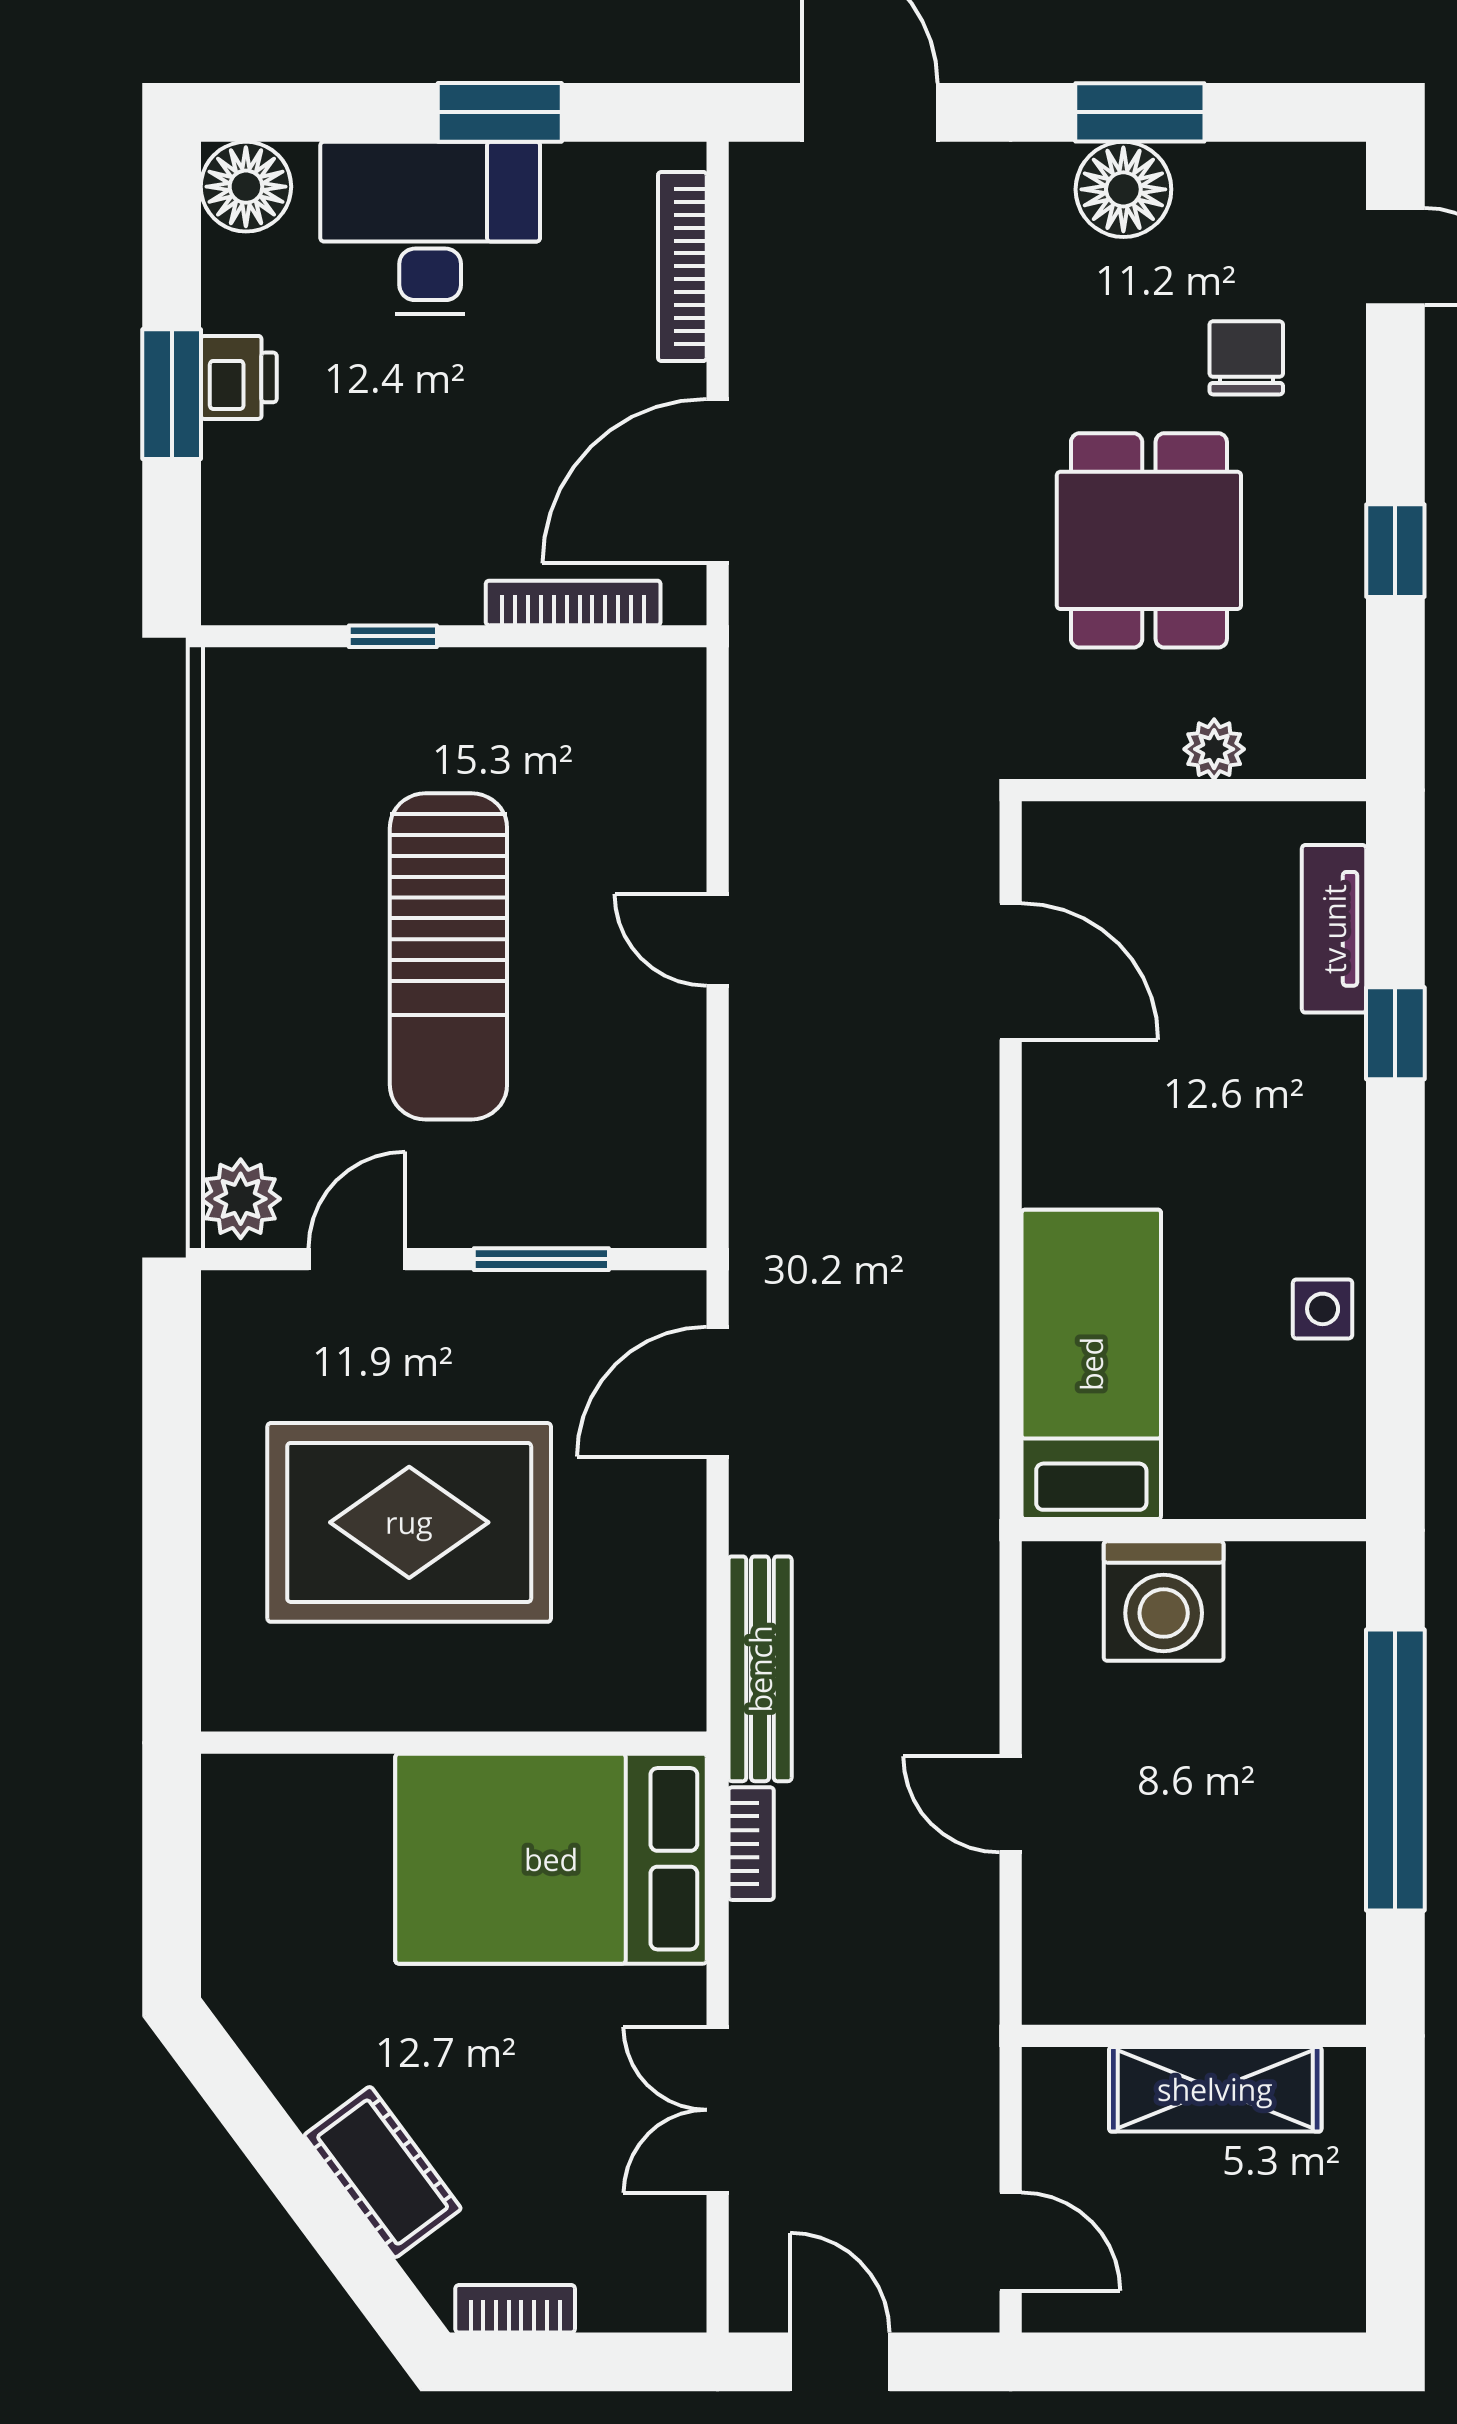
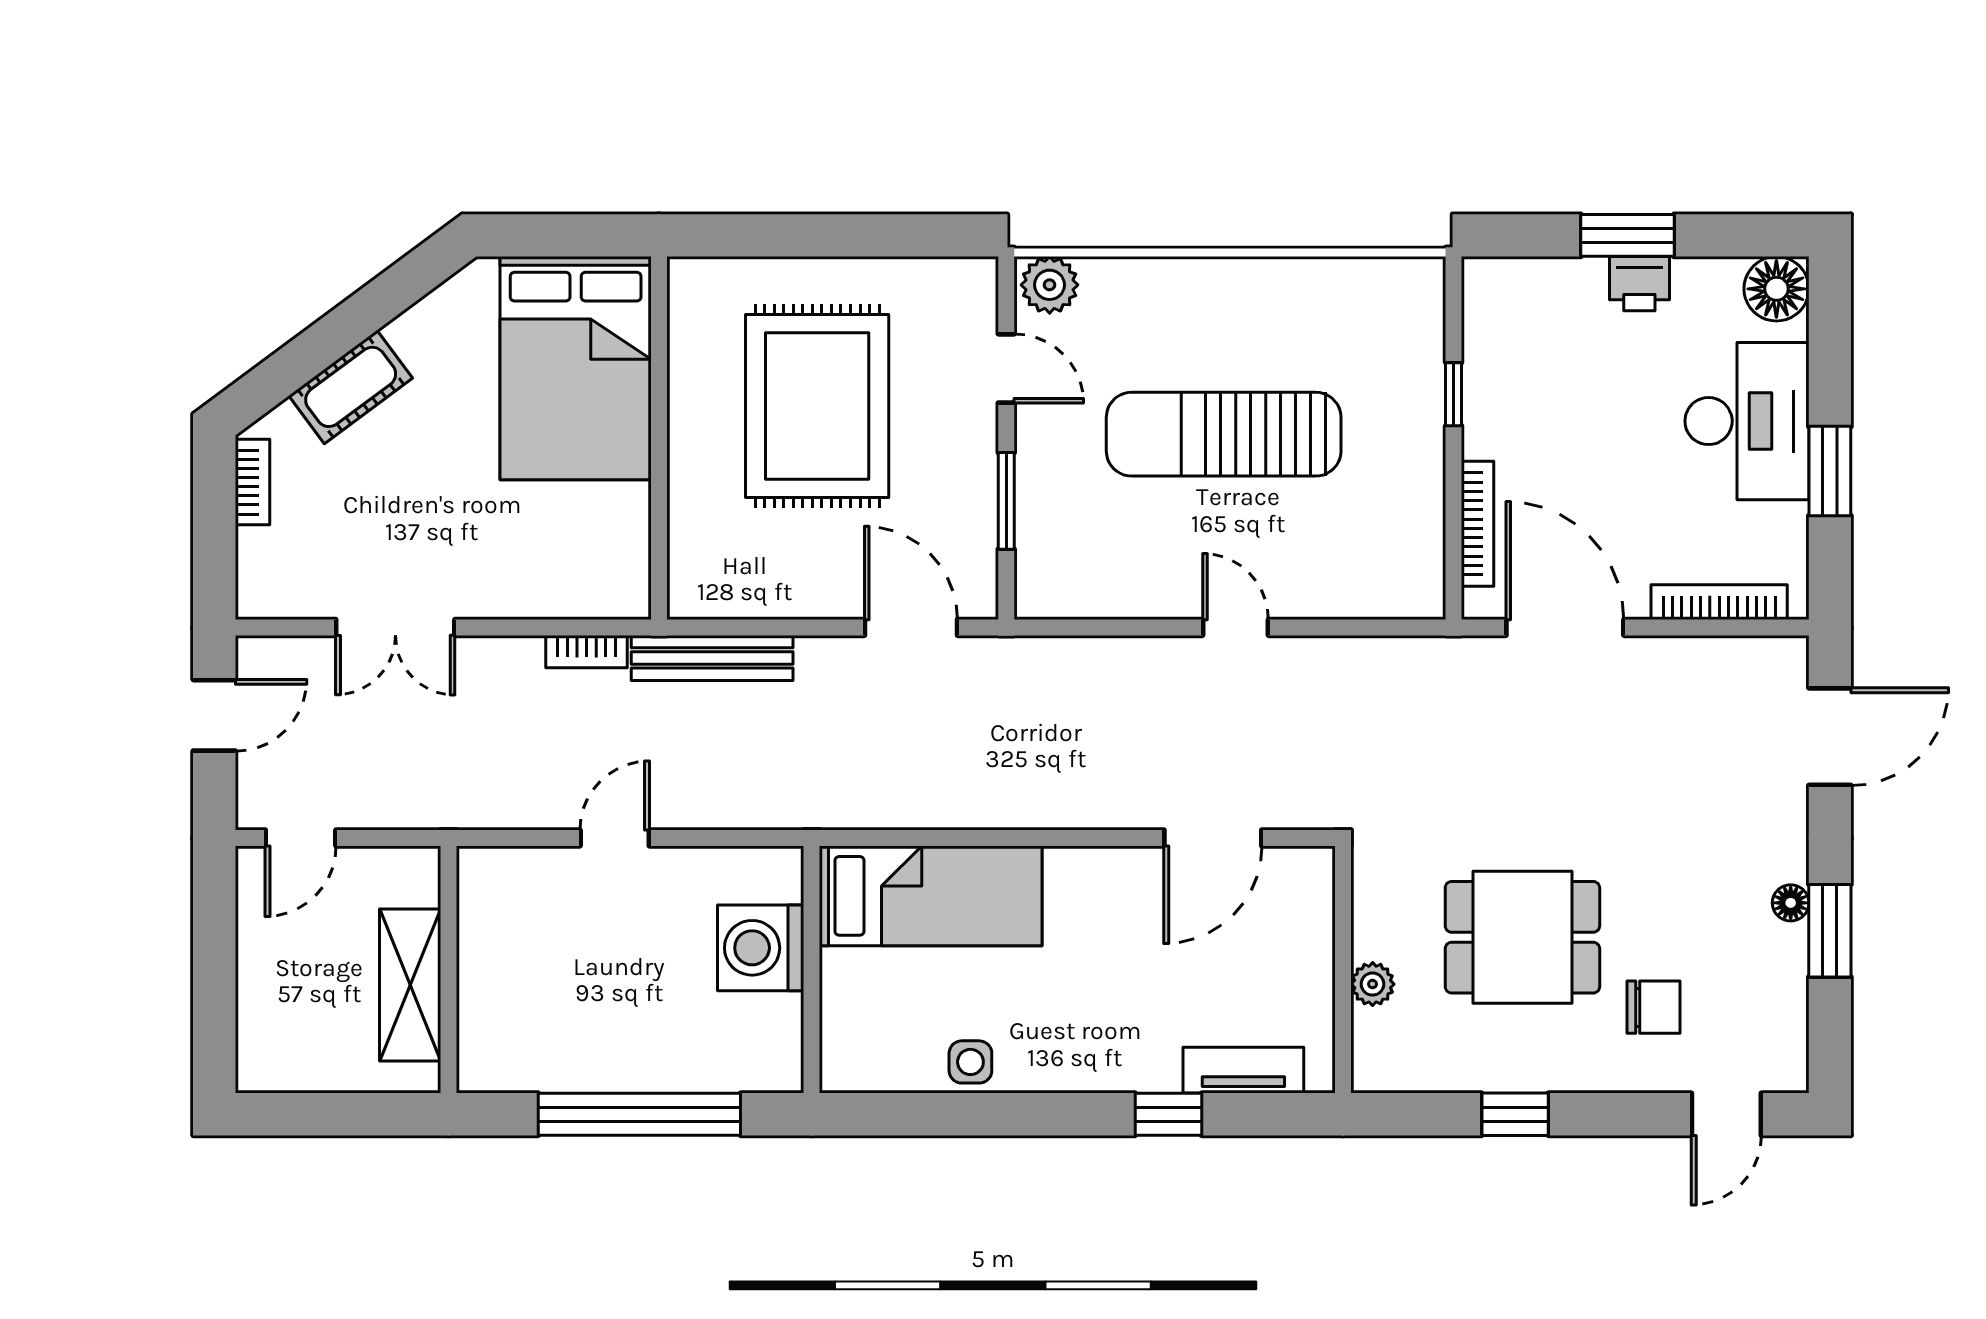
floor lamp: (1123, 189) -> (1791, 903), width x0.53, depth x0.53
door: (718, 940) -> (1235, 627), hinge flipped
bed: (551, 1859) -> (576, 368), moved, turned 180
double door: (718, 2110) -> (395, 627), swing flipped

